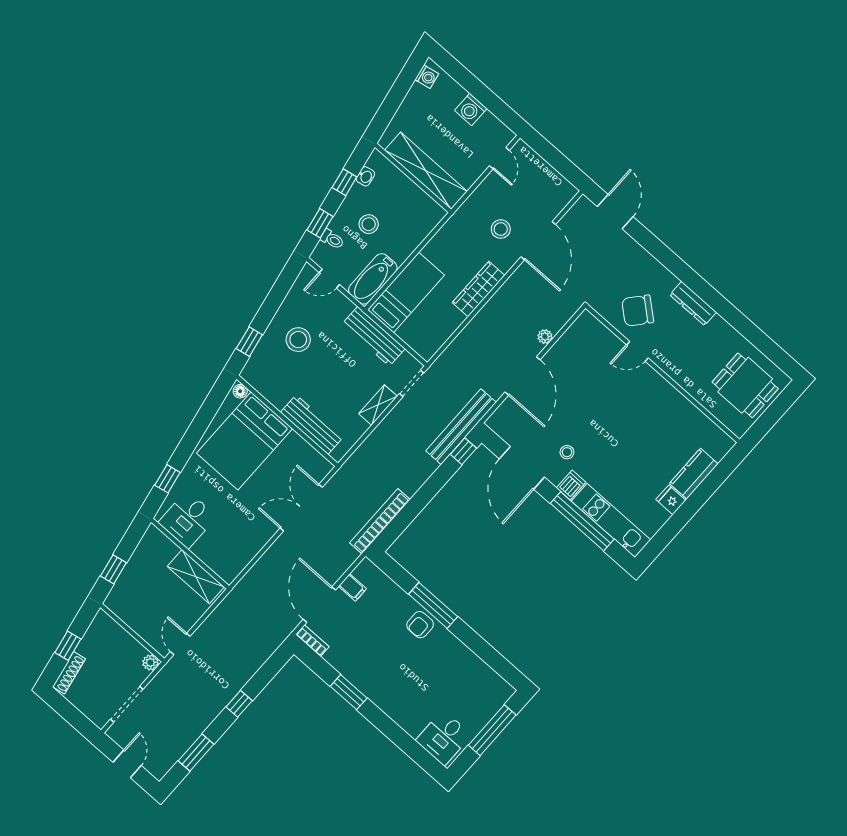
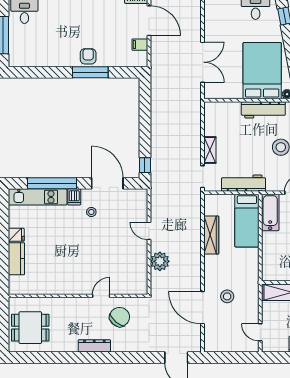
wardrobe: (478, 289) -> (211, 235), moved
plant: (545, 337) -> (160, 261), width x1.88, depth x1.88
door: (522, 376) -> (149, 231), width x0.53
workbench: (312, 425) -> (263, 110), moved
bench: (461, 427) -> (157, 177), removed
bookcase: (380, 521) -> (156, 91), removed

